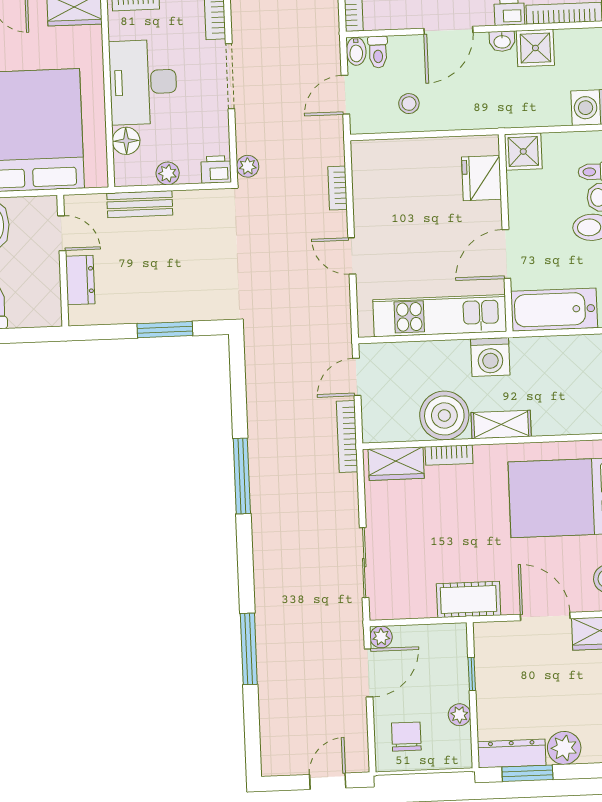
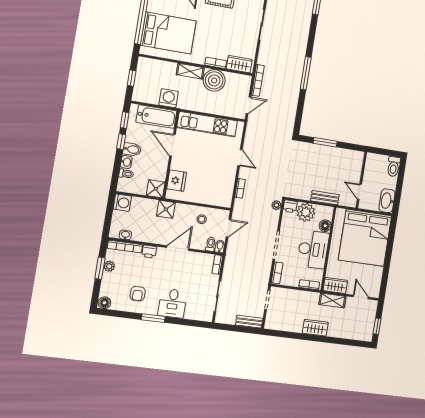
washbasin: (502, 41) -> (125, 235), moved
shower: (535, 48) -> (166, 209), moved
plant: (168, 173) -> (306, 212), width x1.87, depth x1.87
door: (506, 254) -> (172, 145), swing flipped
dresser: (80, 280) -> (356, 170), removed
washing machine: (490, 357) -> (169, 98), moved

